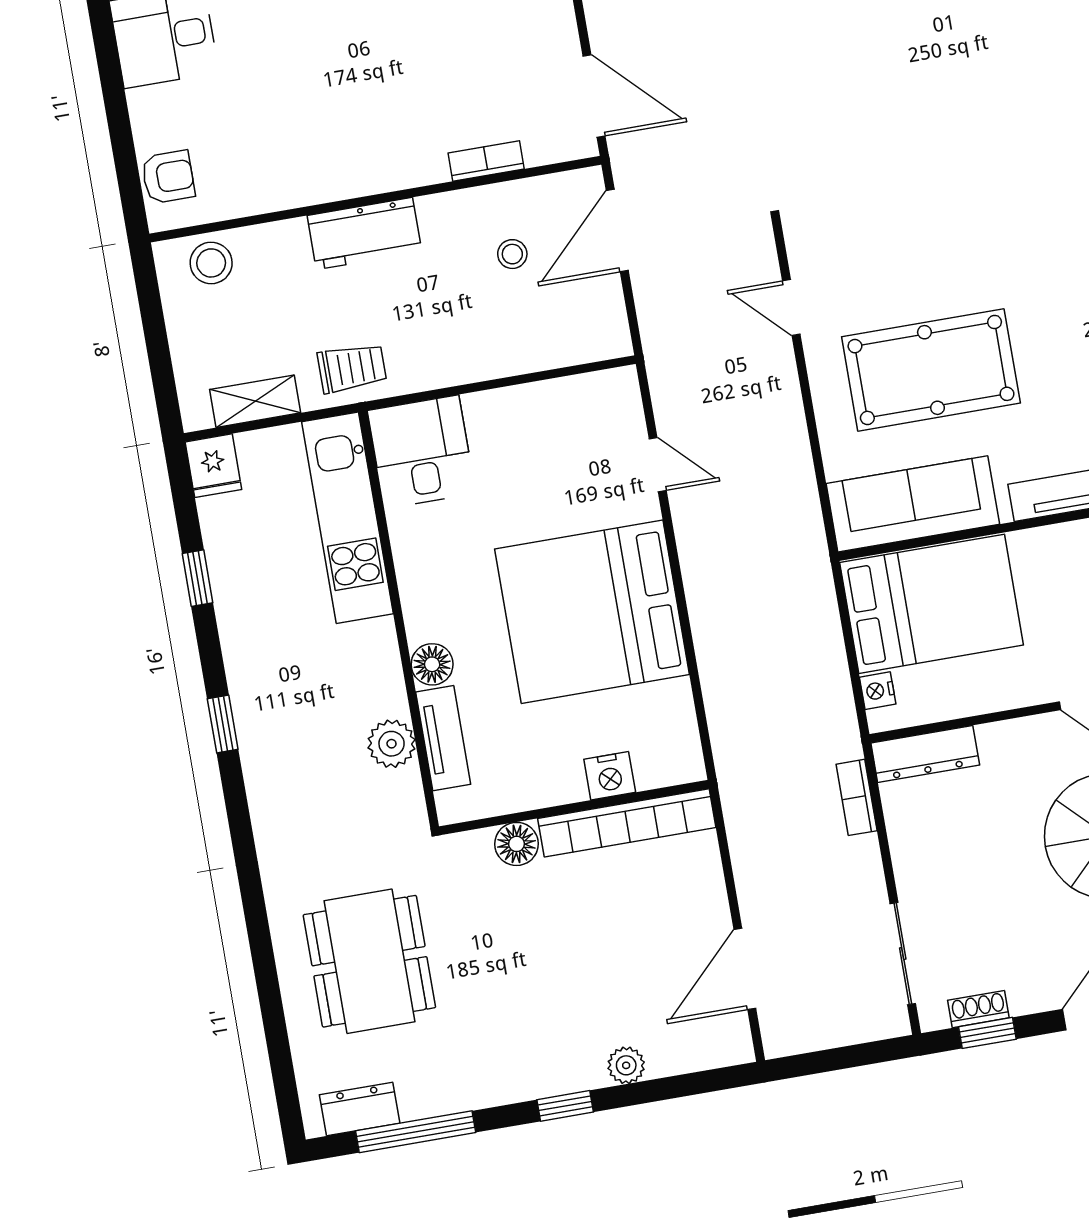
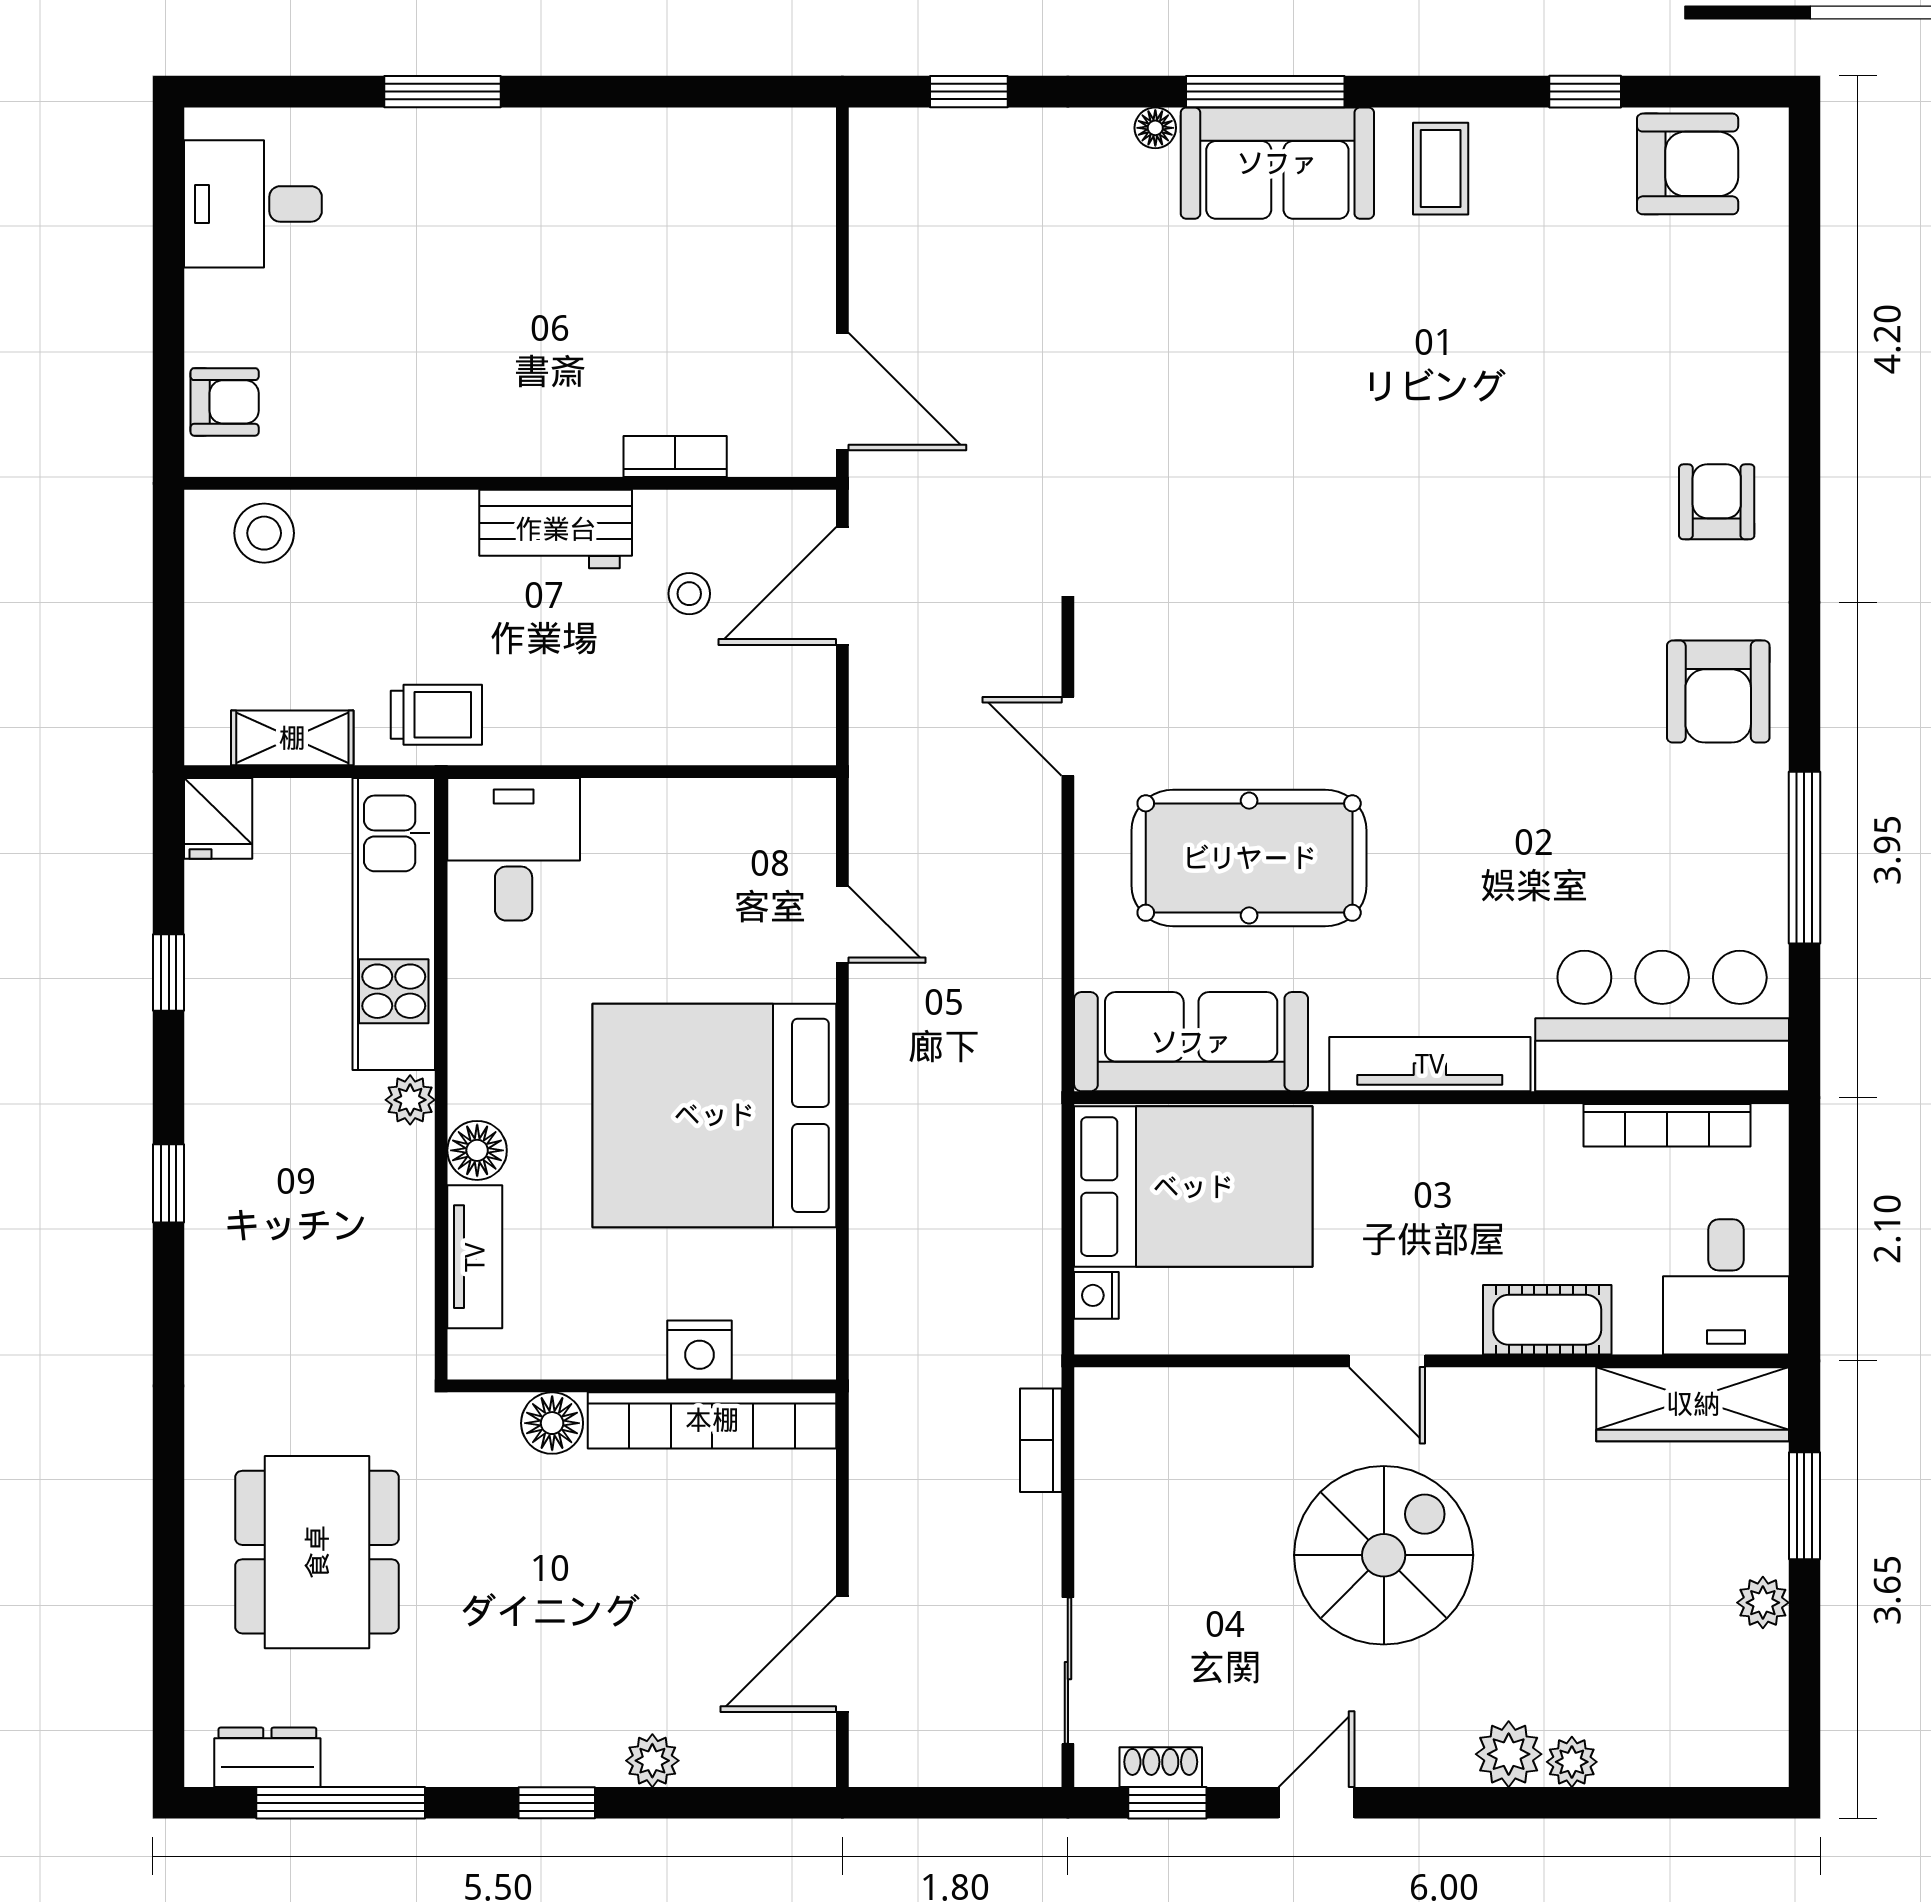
workbench: (364, 234) -> (556, 529), moved
plant: (392, 744) -> (410, 1100), moved, width x0.73, depth x0.73
dresser: (925, 754) -> (1148, 1396), removed

